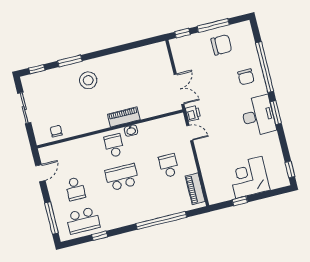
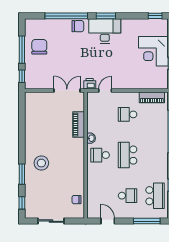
chair: (246, 77) -> (78, 26), moved
piano: (124, 117) -> (79, 125), moved

